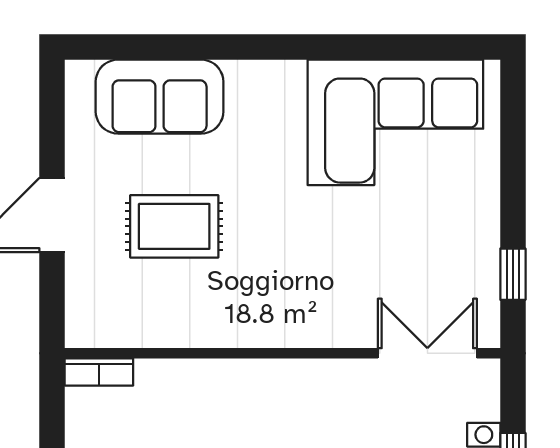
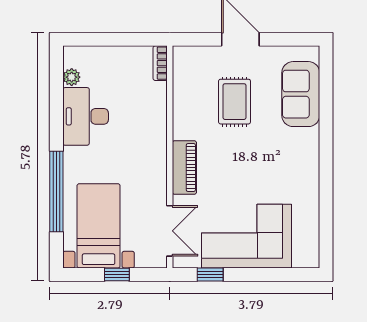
corner sofa: (395, 122) -> (246, 236), moved, turned 90
piano: (303, 325) -> (184, 167), added

